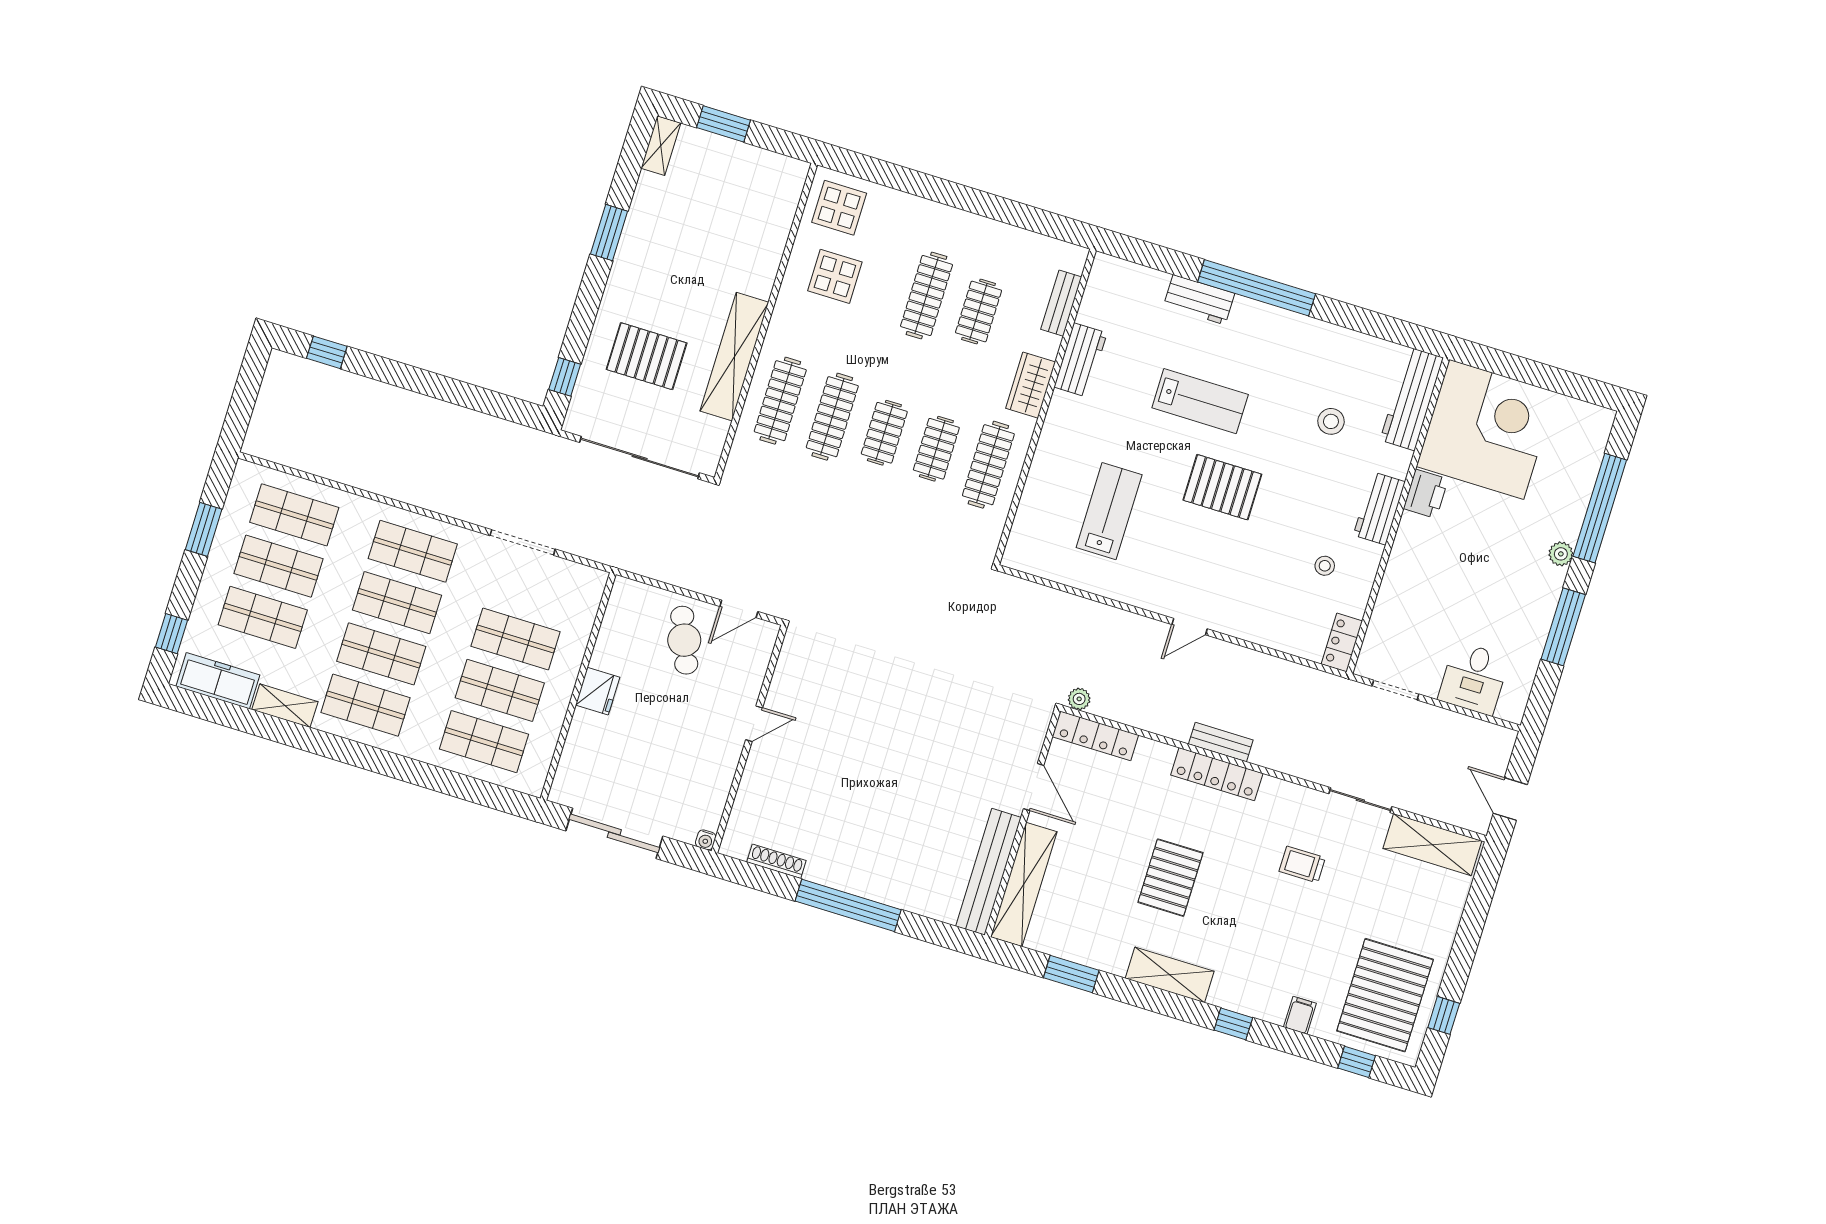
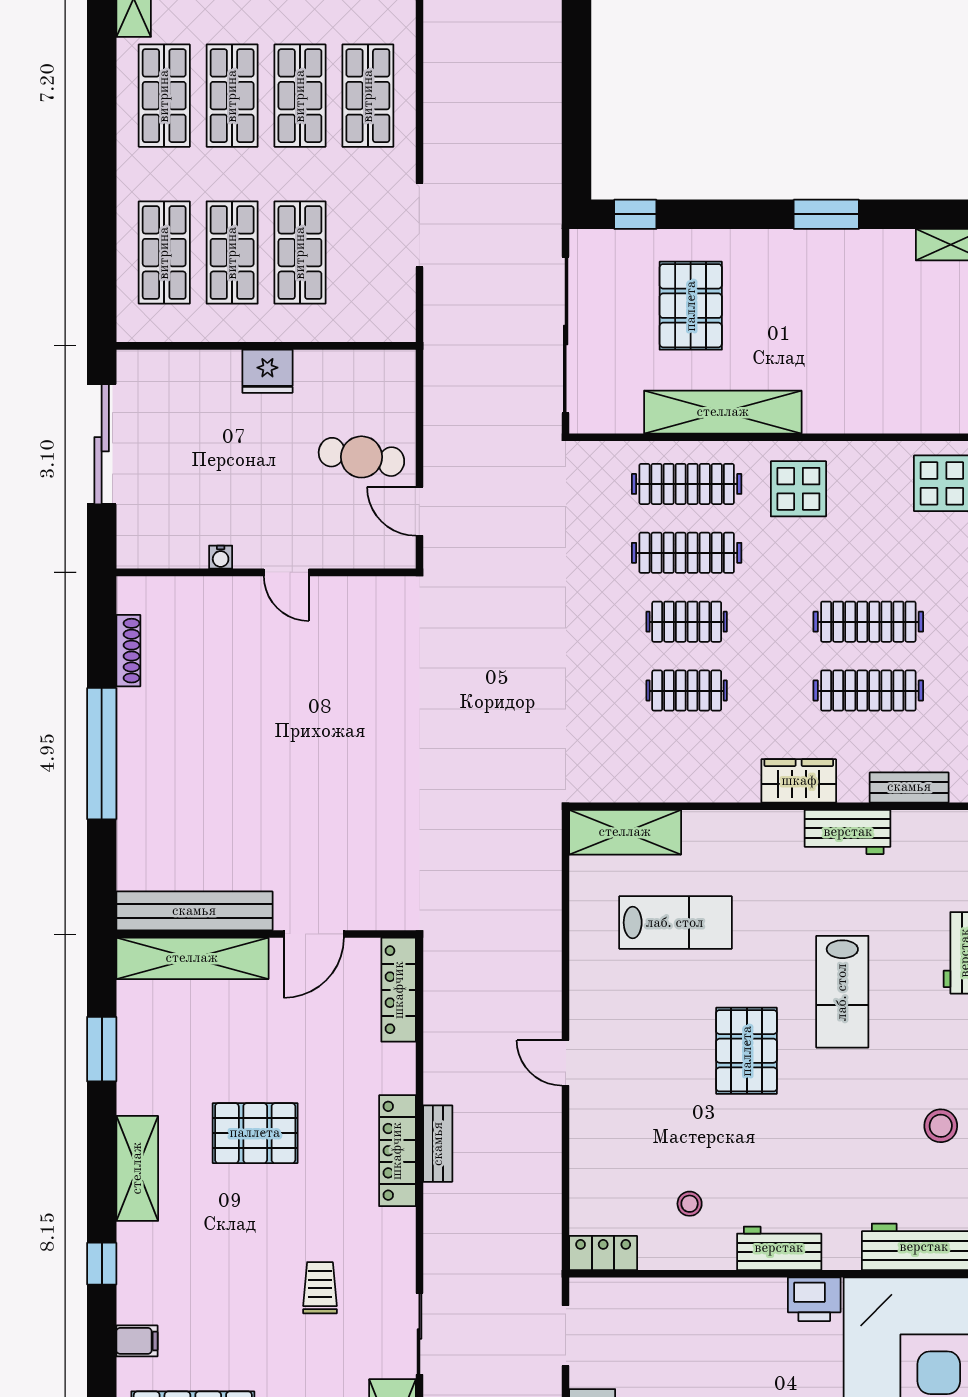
display table: (835, 276) -> (798, 489), moved
clothes rail: (979, 311) -> (868, 691), width x1.36
stool: (1331, 421) -> (941, 1126), moved
clothes rail: (988, 465) -> (687, 759), removed
shelving: (1029, 528) -> (625, 832), added
cafe table: (684, 640) -> (361, 457), turned 31
plant: (1079, 699) -> (437, 956), removed
water cooler: (706, 840) -> (221, 557), moved, turned -90

